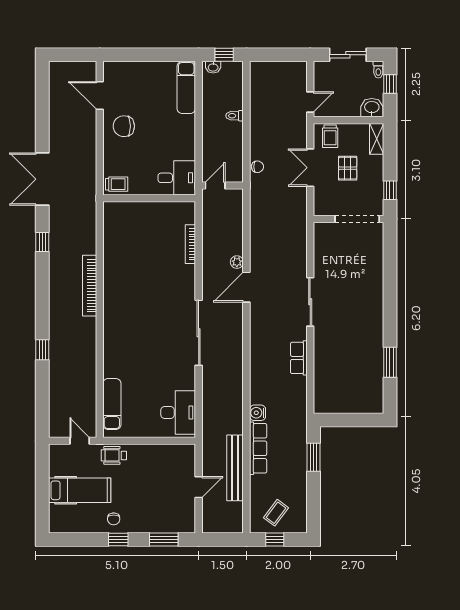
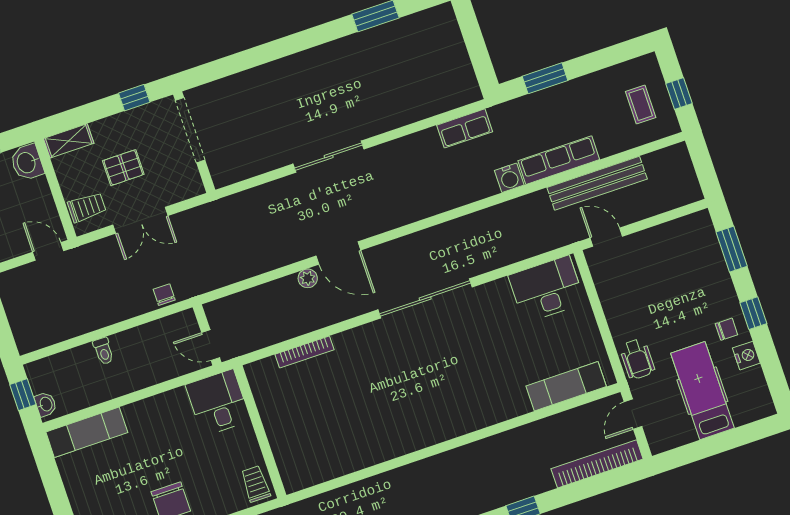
bookcase: (90, 286) -> (597, 464), moved, turned 180
row of seats: (299, 358) -> (465, 128), moved
door: (199, 487) -> (606, 237), moved
coffee table: (276, 513) -> (641, 104), turned 53
nightstand: (93, 526) -> (746, 356), added

